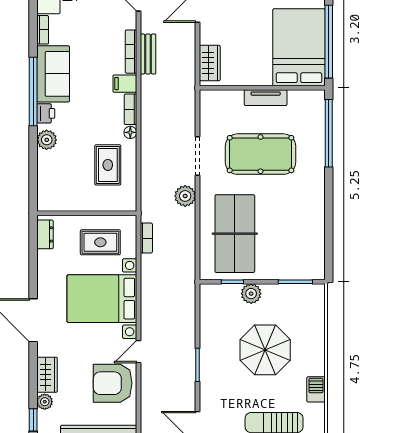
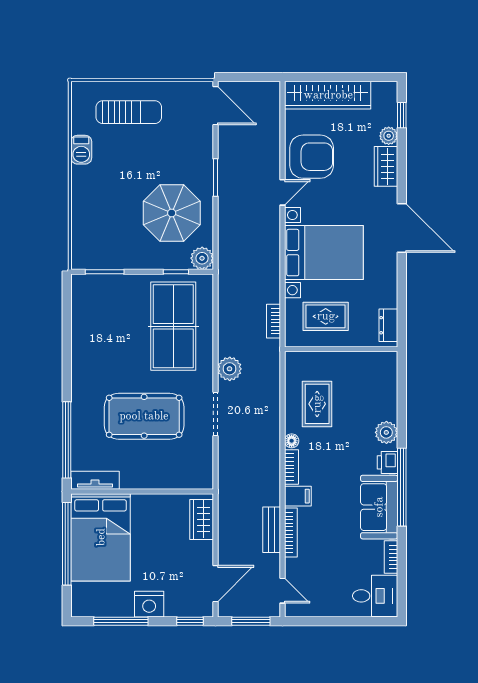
tv unit: (266, 98) -> (95, 480), moved
plant: (251, 294) -> (202, 258), moved
parasol: (265, 350) -> (172, 213), moved

